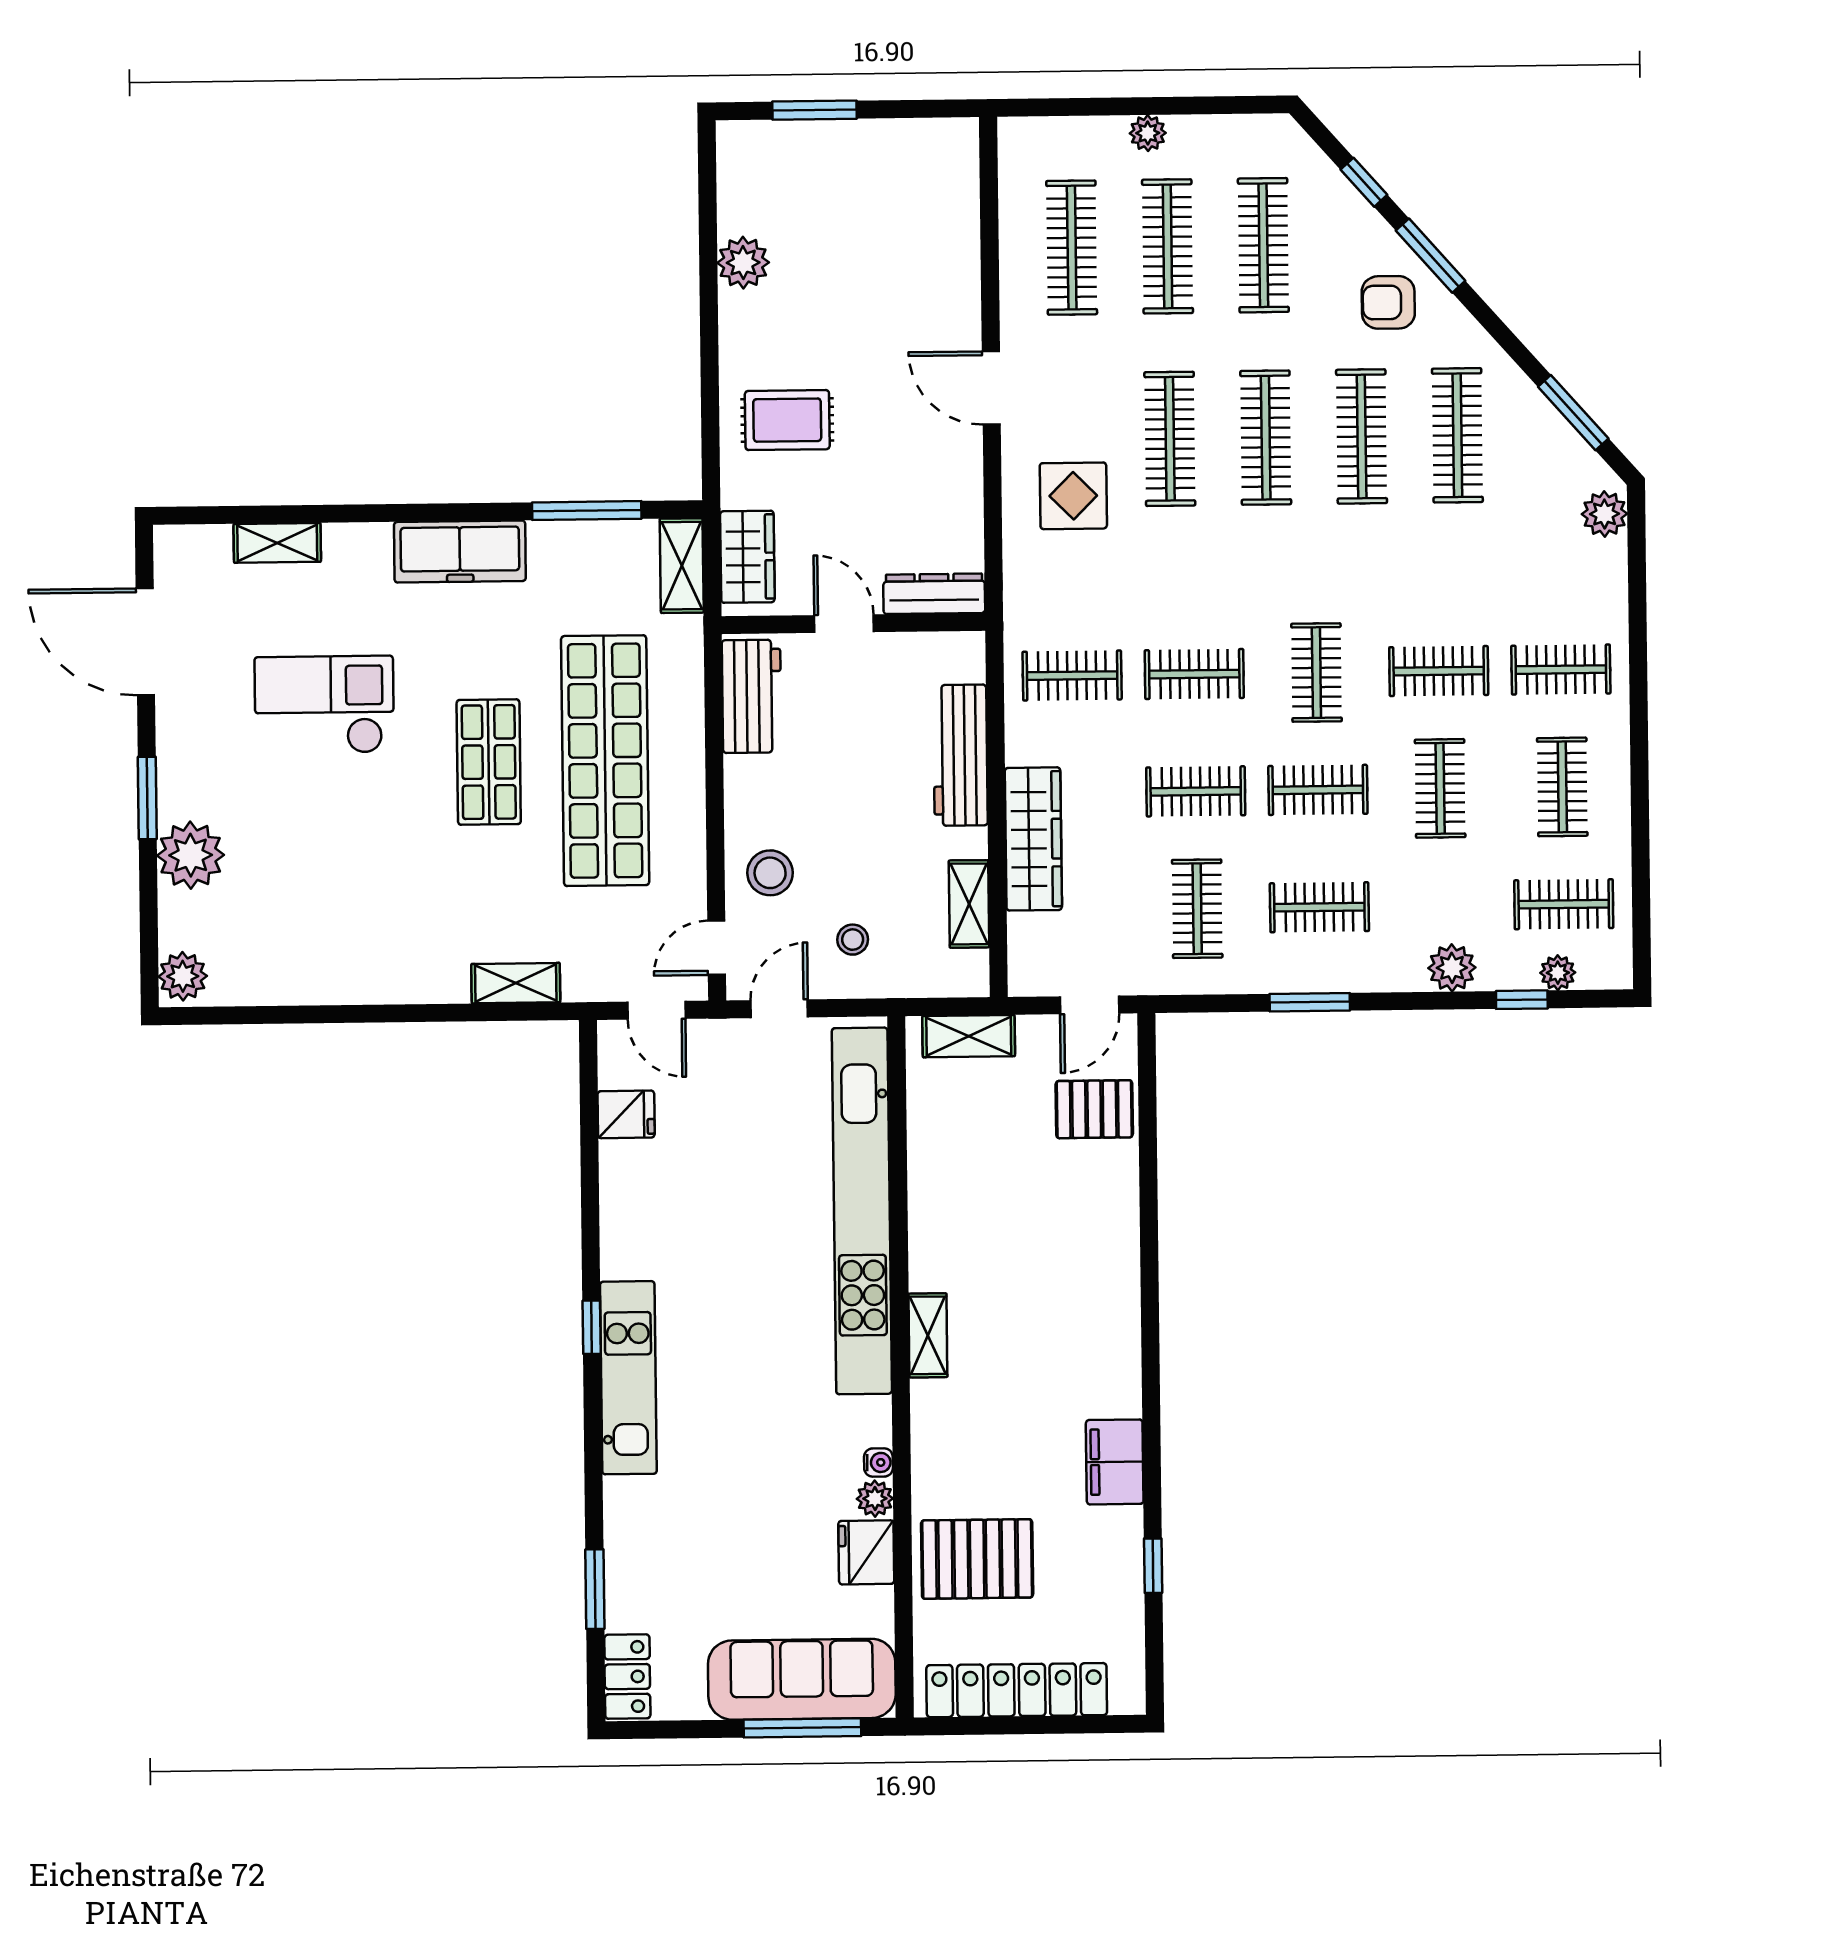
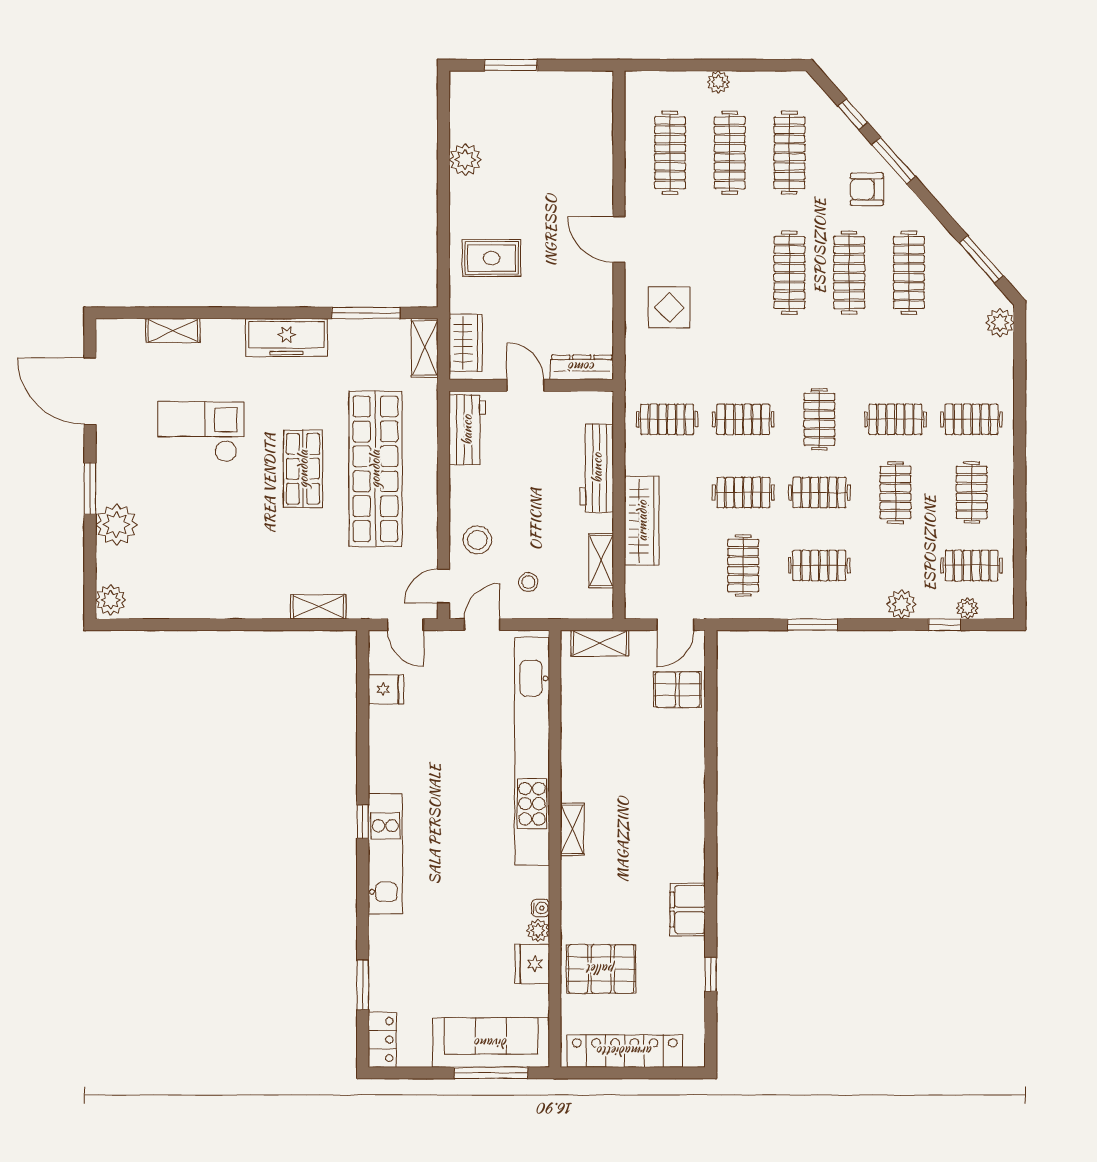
clothes rail: (1170, 439) -> (730, 273), removed

